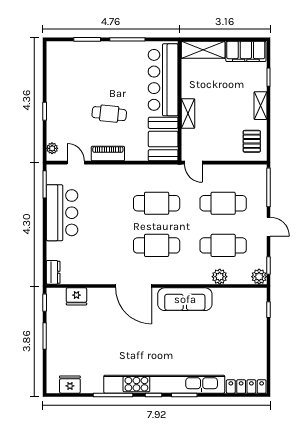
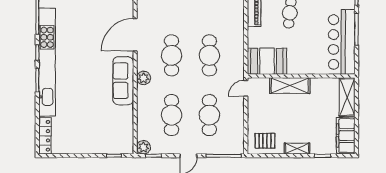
bar counter: (163, 80) -> (342, 42), moved, turned -90
shelving: (188, 114) -> (290, 86), width x1.50, depth x1.33
plant: (220, 277) -> (144, 78), moved

